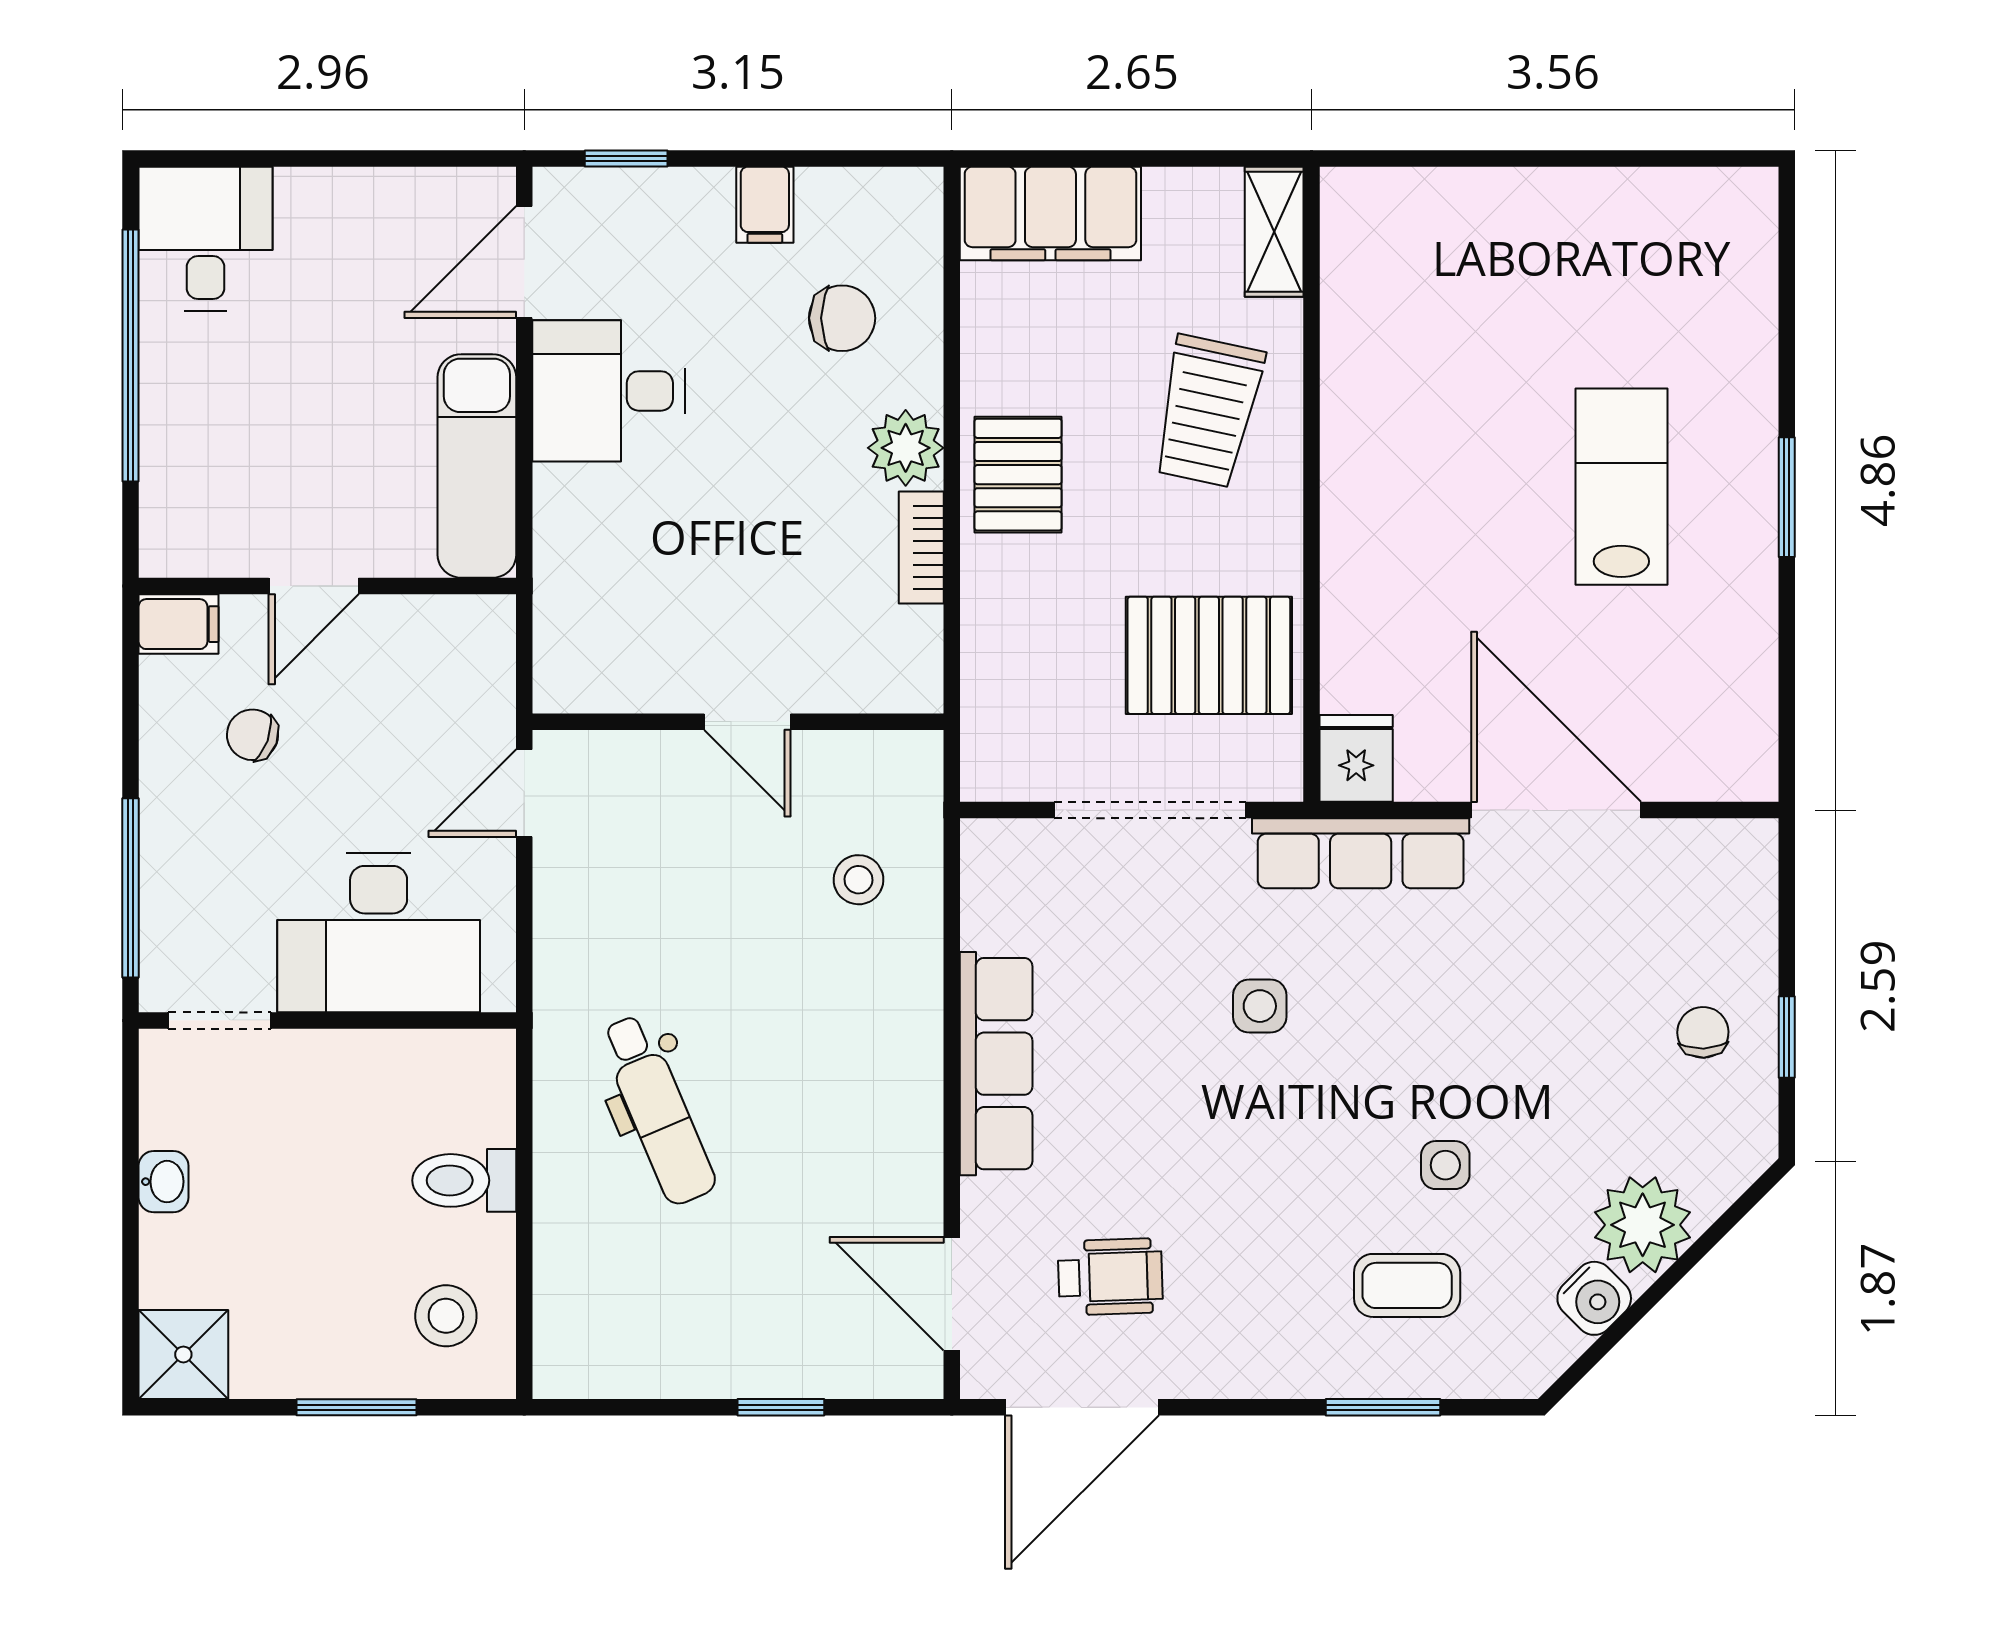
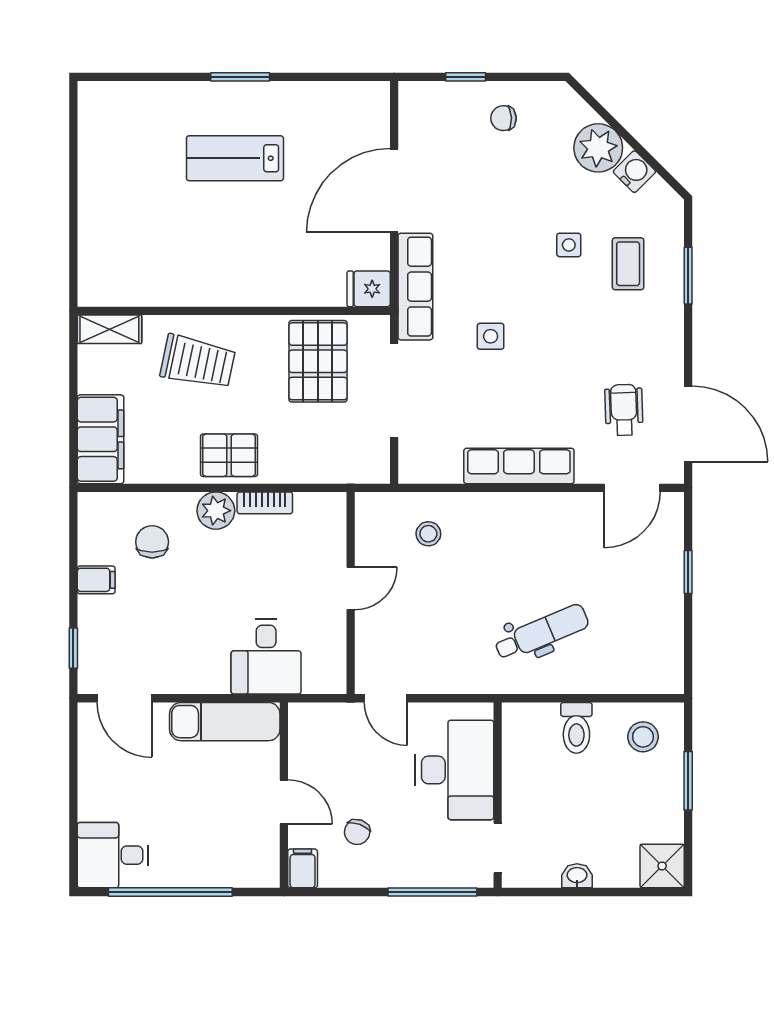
desk: (609, 391) -> (266, 657), moved
window: (1787, 1037) -> (466, 77), moved

